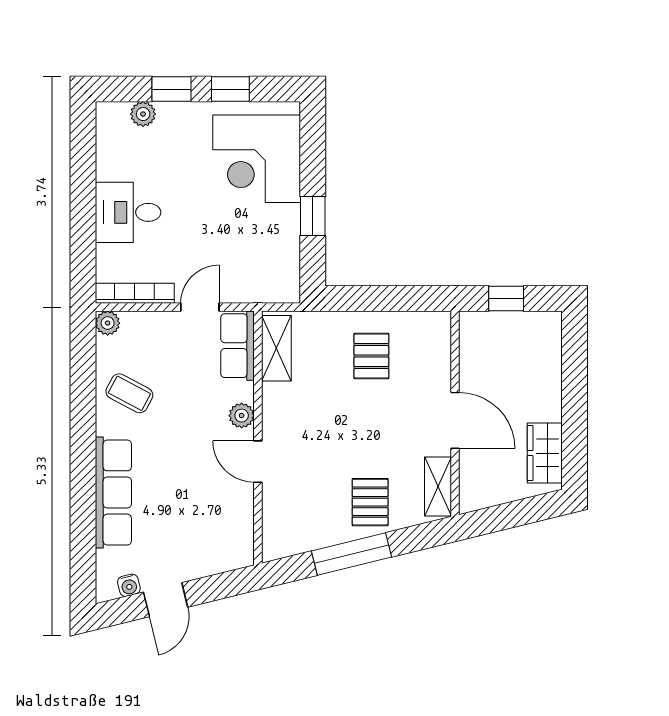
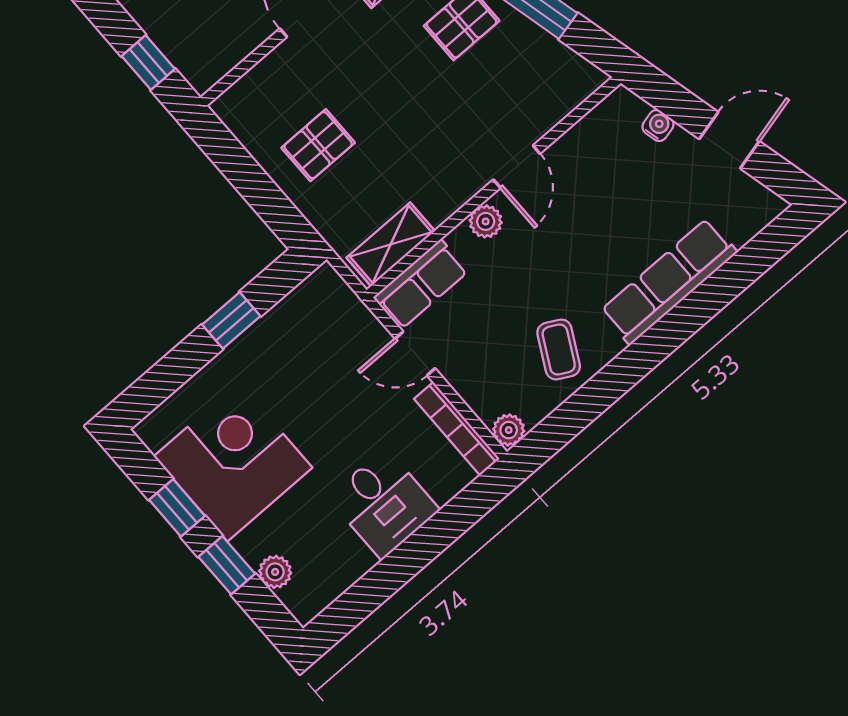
corner desk: (257, 159) -> (233, 462), moved, turned -90
water cooler: (129, 585) -> (658, 126), moved

